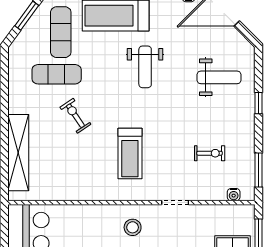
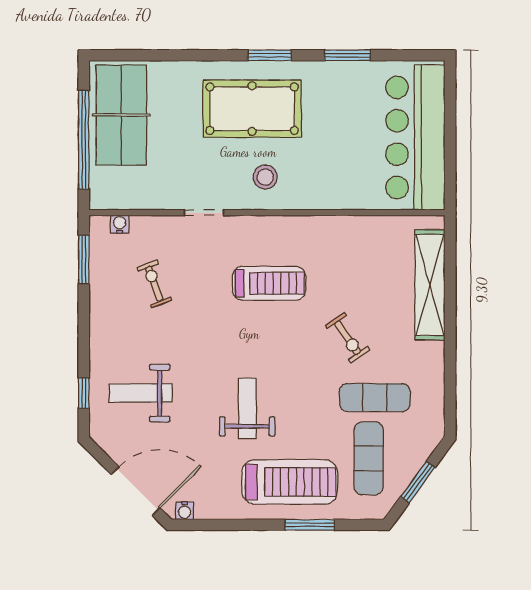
window: (259, 103) -> (84, 393), moved
exercise bike: (210, 153) -> (154, 284), turned 70
treadmill: (130, 154) -> (269, 283), turned 90

